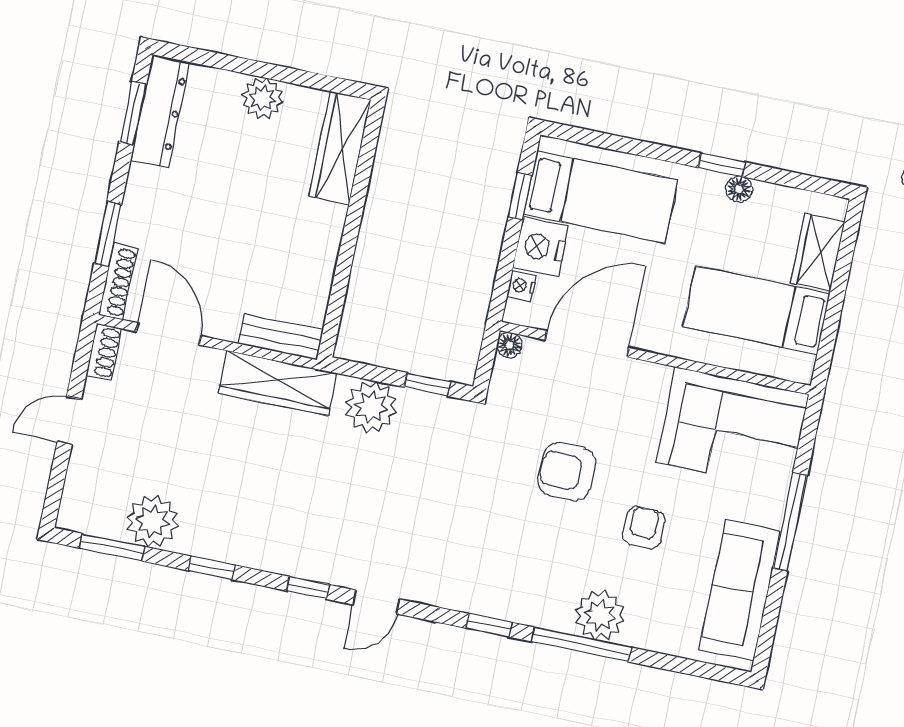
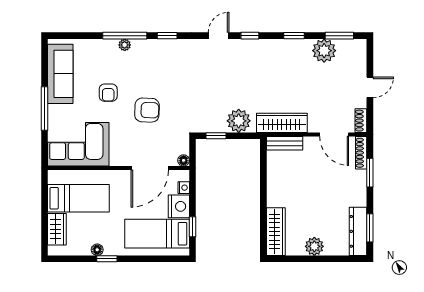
plant: (600, 615) -> (125, 45), width x0.53, depth x0.53

